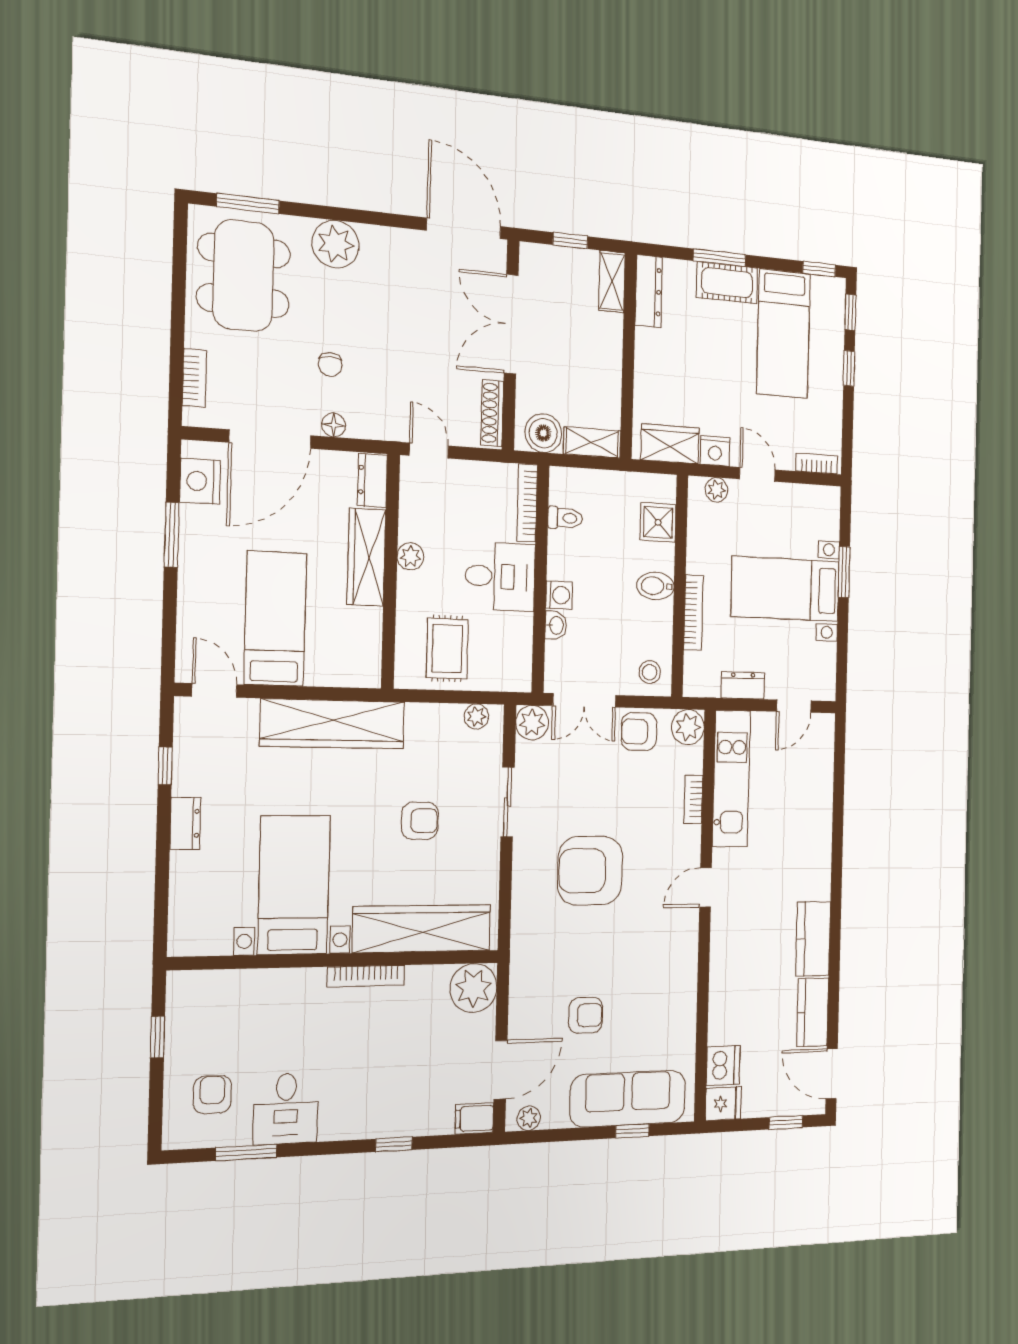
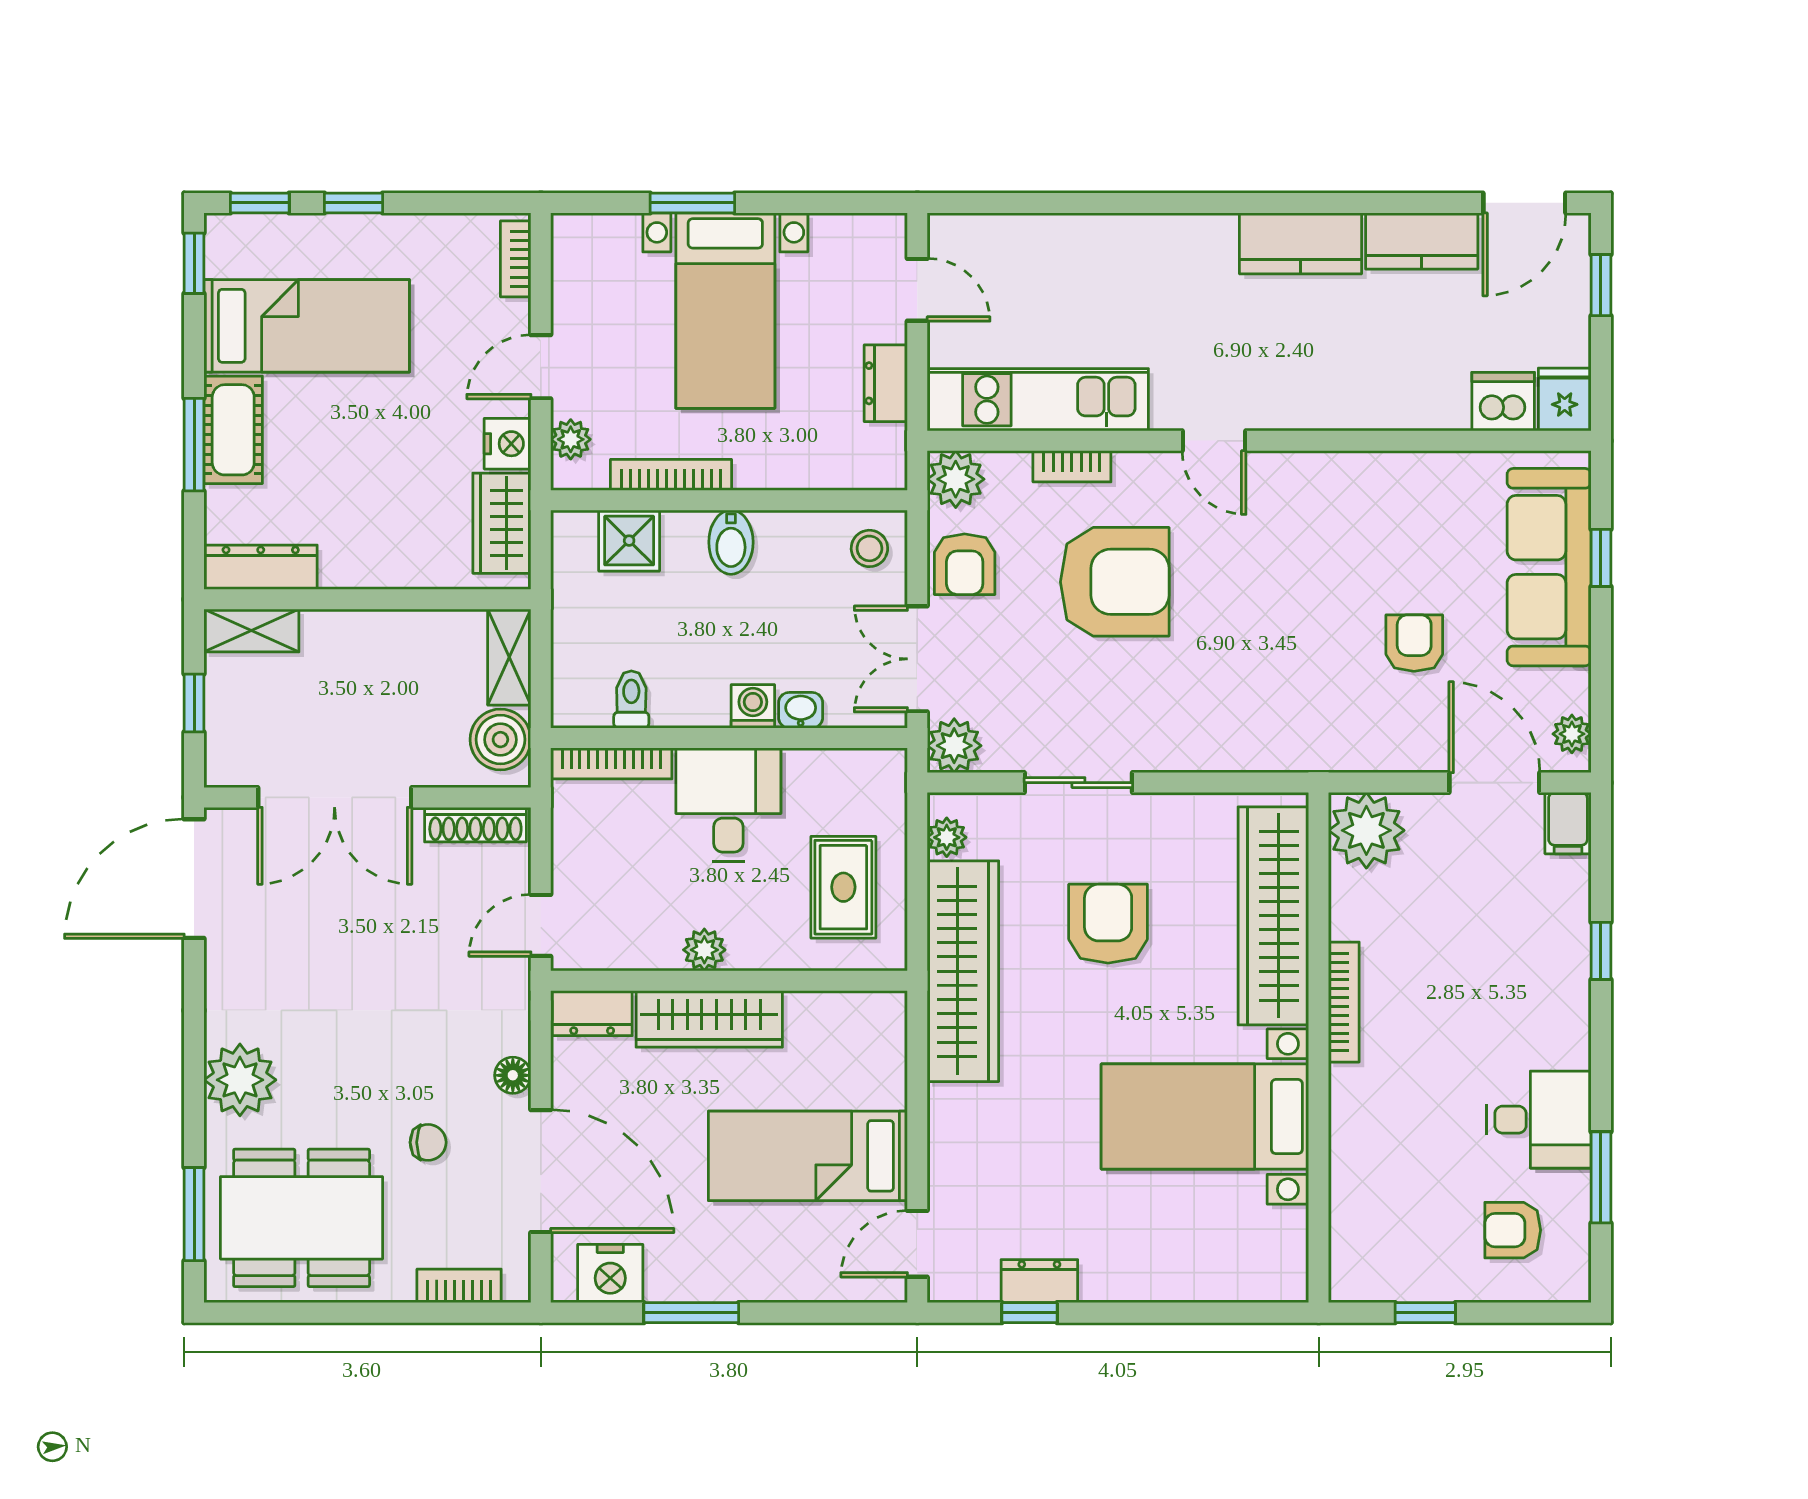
chair: (330, 364) -> (428, 1142), moved
bookcase: (693, 613) -> (671, 475), moved
rug: (447, 649) -> (843, 887), turned 90
double door: (584, 700) -> (917, 659), swing flipped
wardrobe: (333, 724) -> (963, 971), moved
armchair: (420, 821) -> (1108, 924), width x1.38, depth x1.38
dresser: (185, 823) -> (1039, 1281), moved
armchair: (590, 871) -> (1115, 582), moved, turned -90

